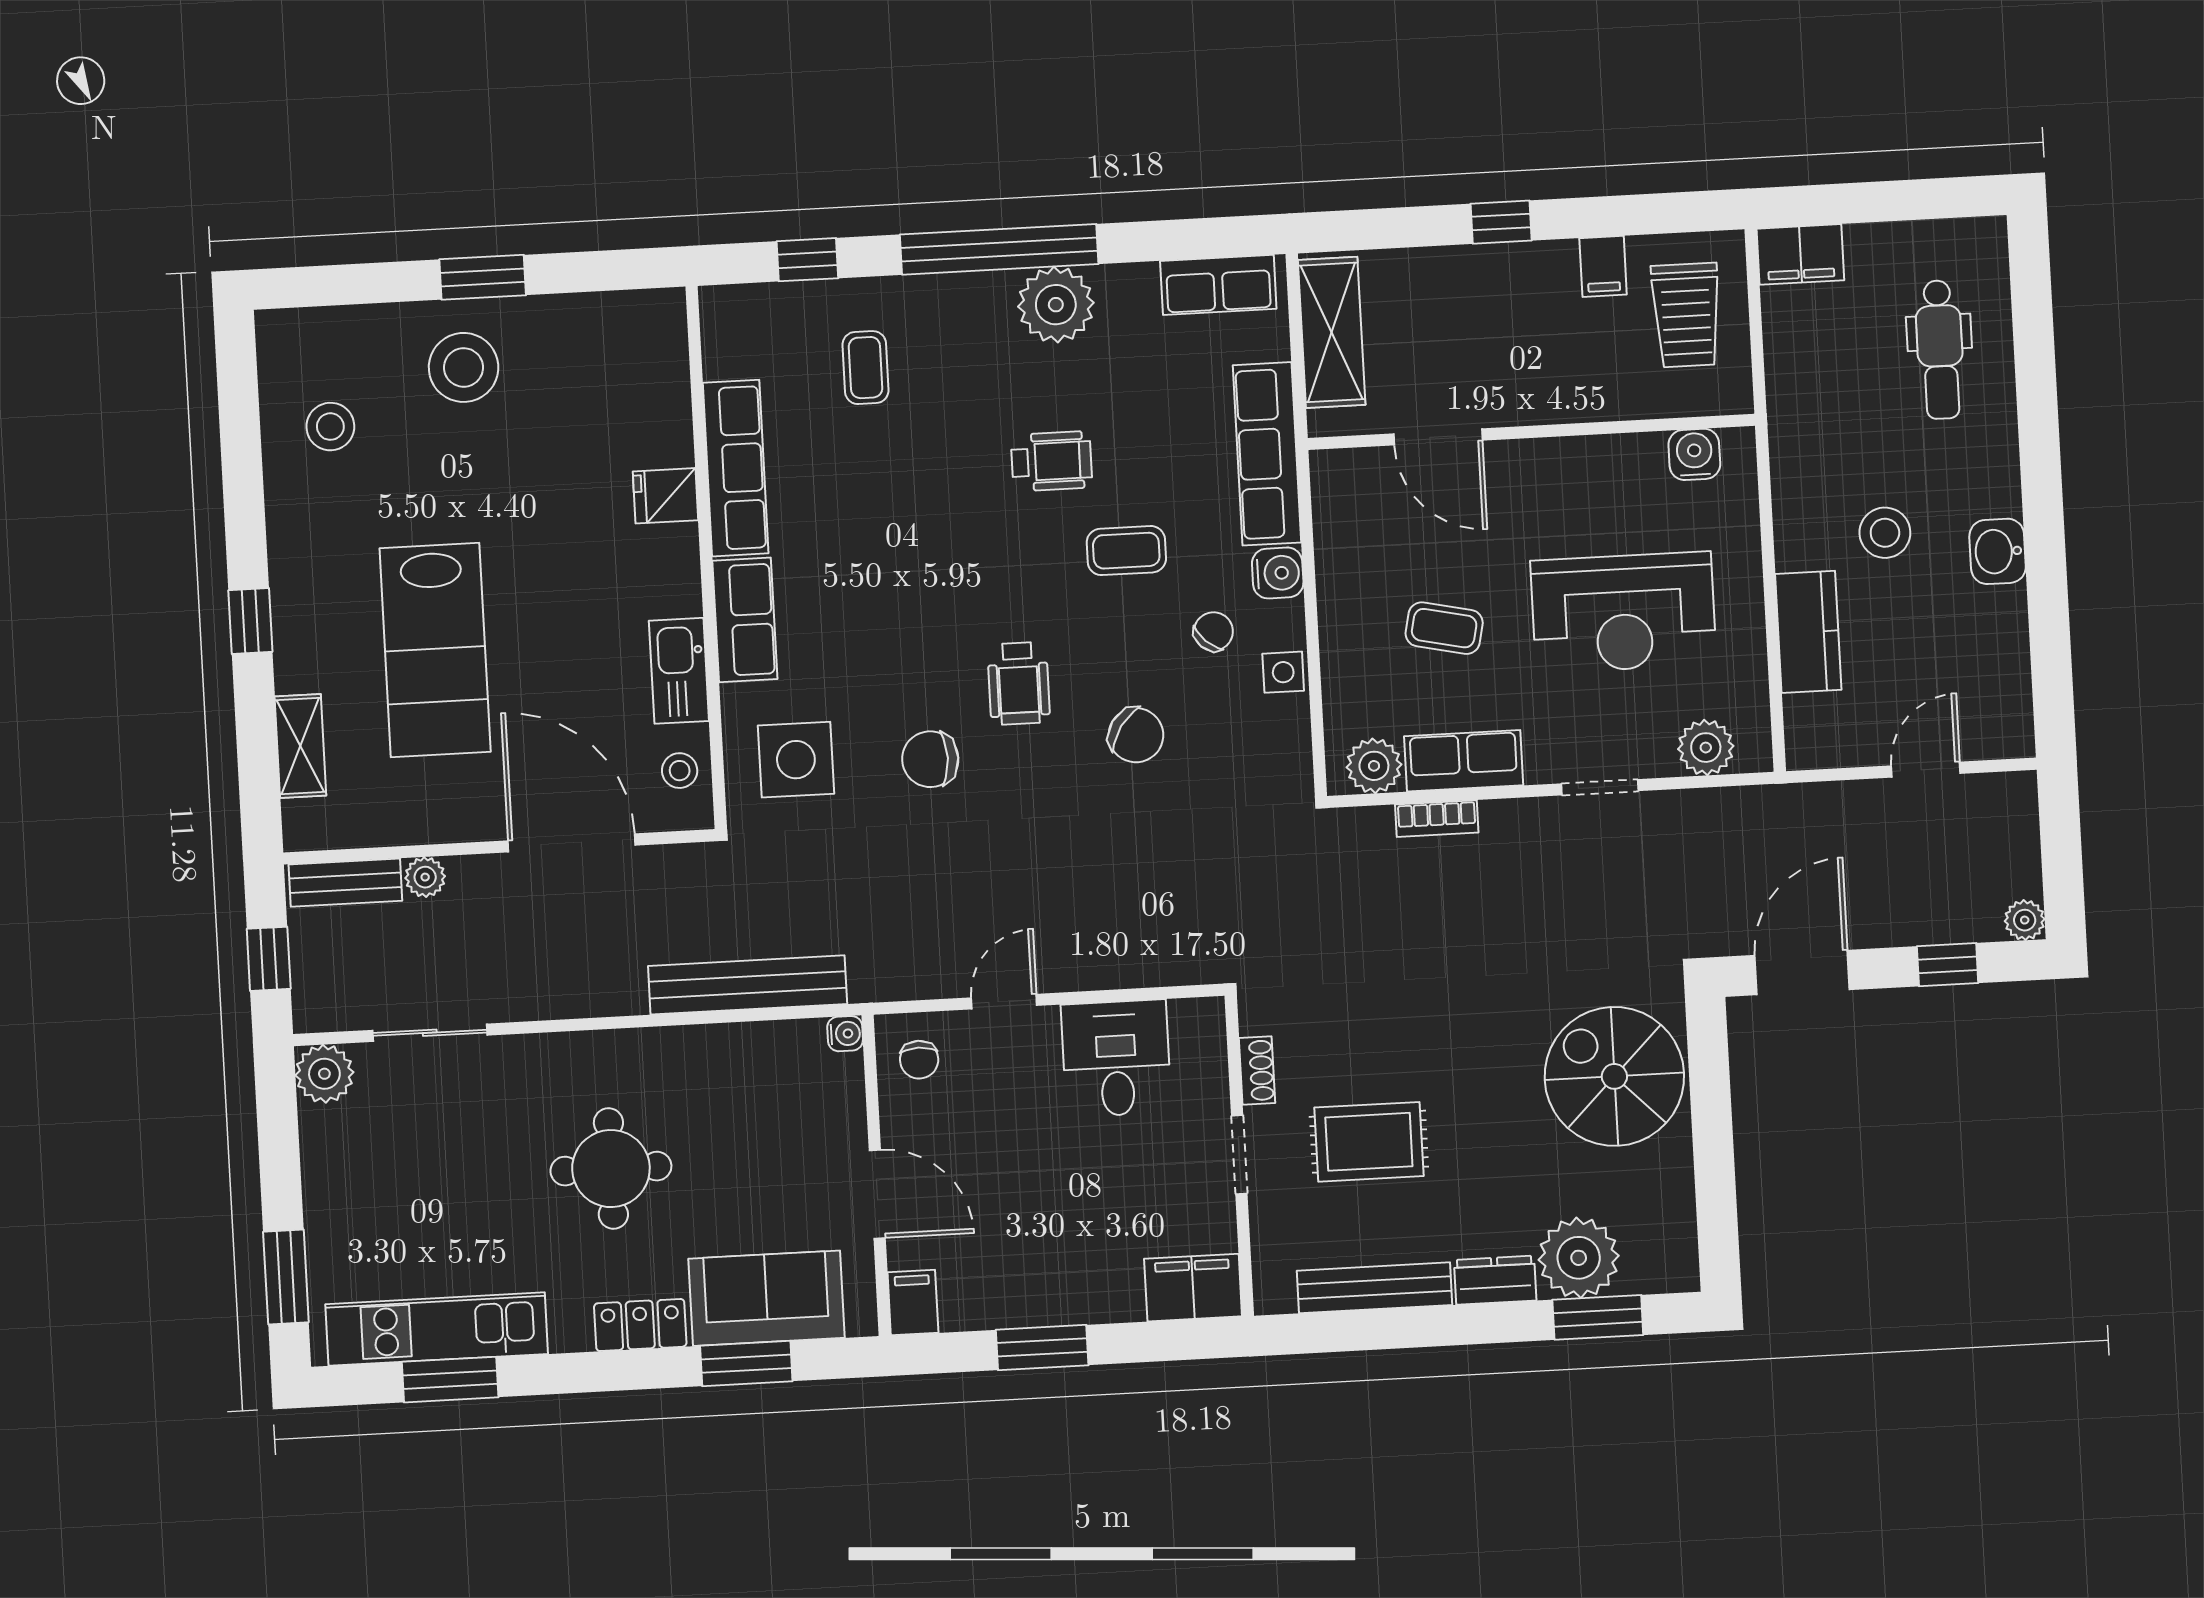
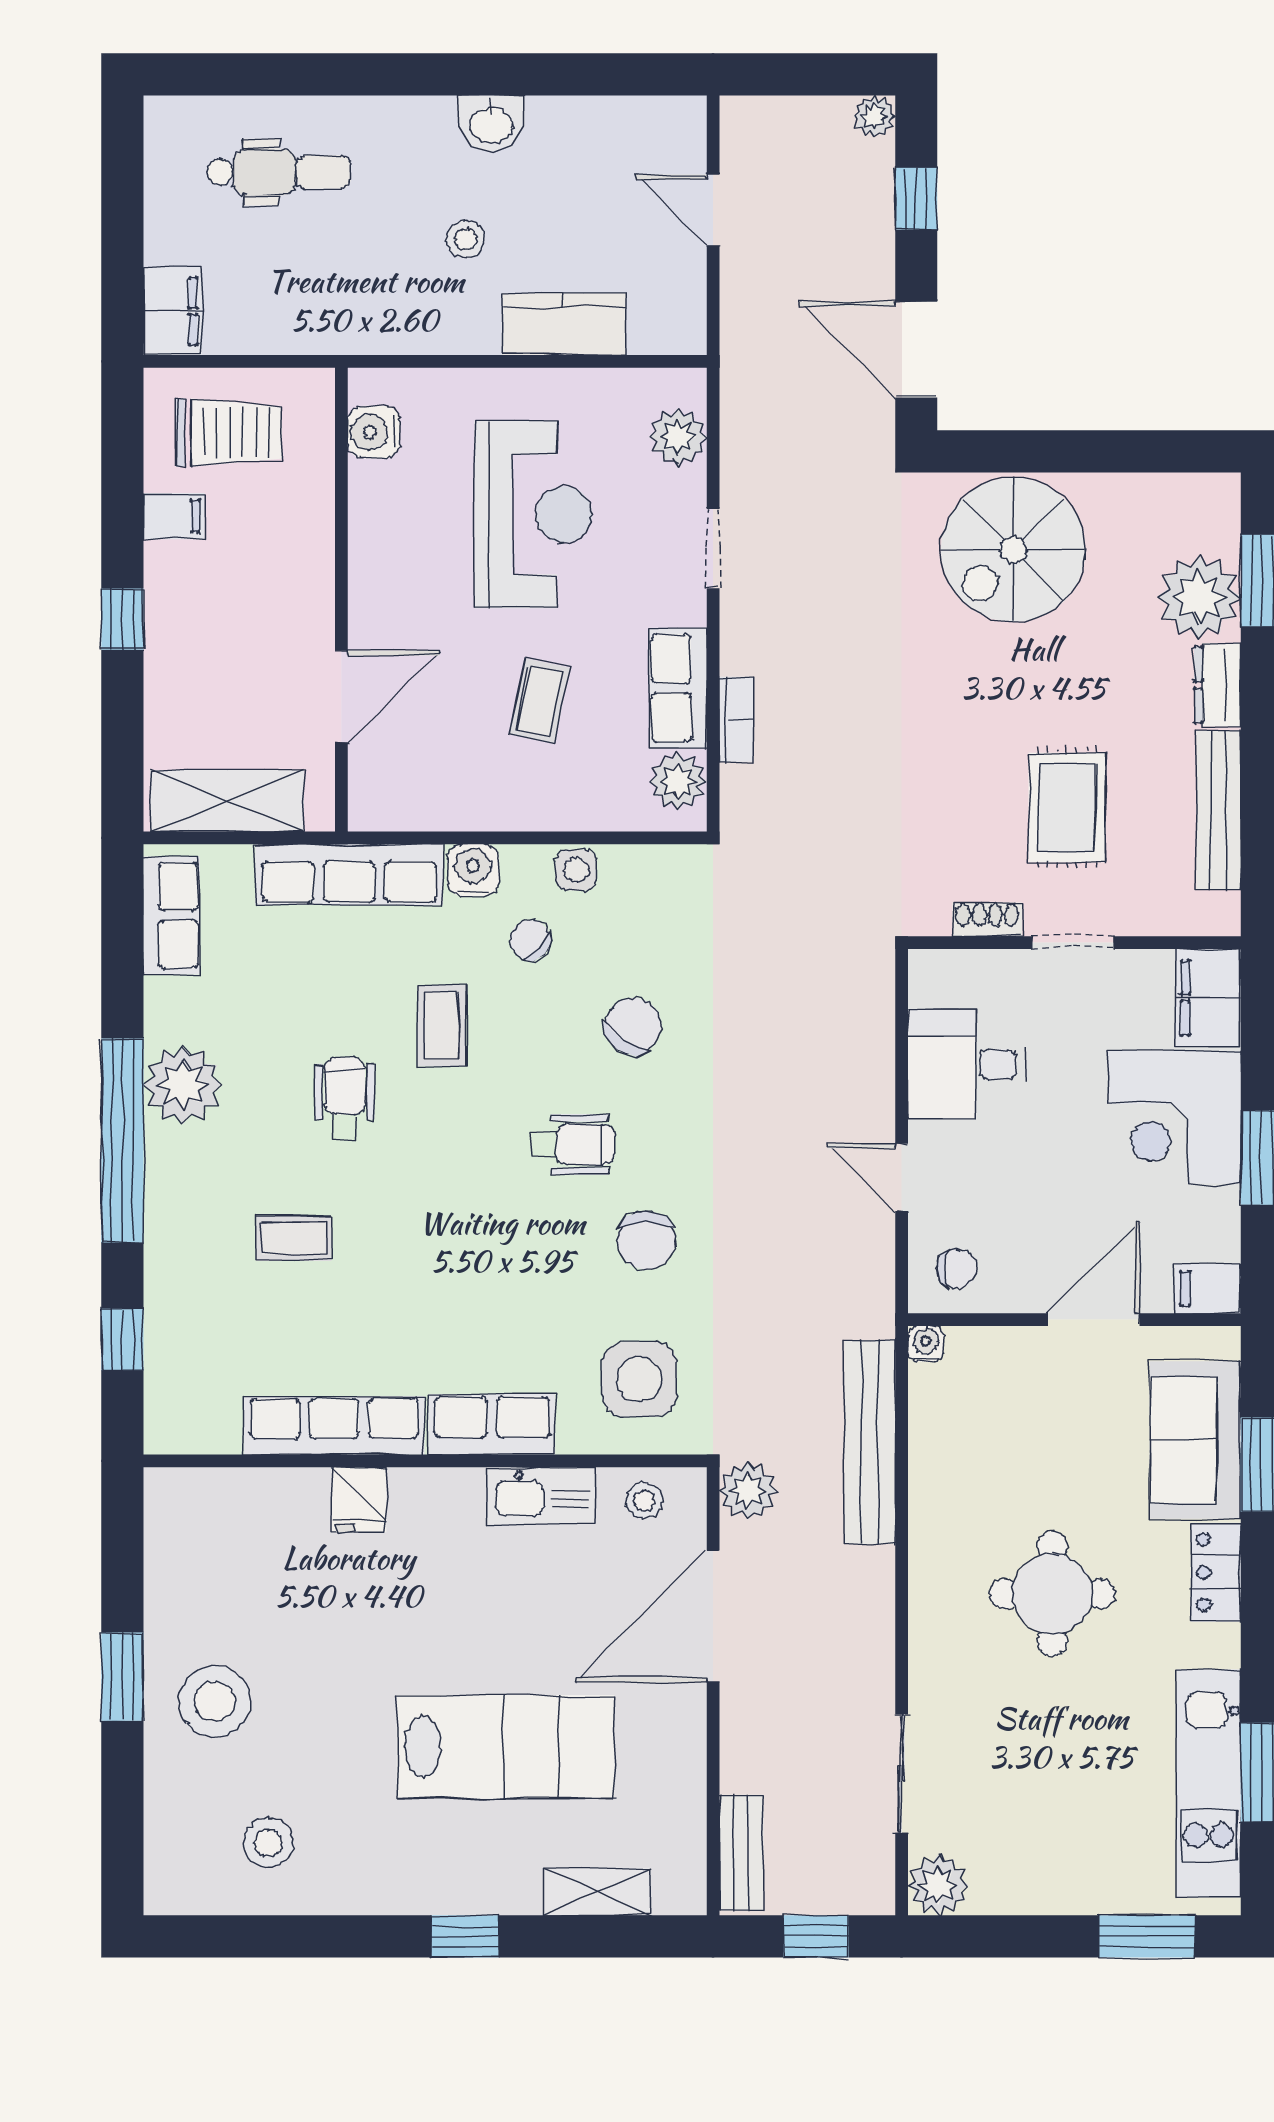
coffee table: (865, 368) -> (294, 1238), moved
stool: (1885, 533) -> (466, 239), width x0.73, depth x0.73
plant: (425, 877) -> (748, 1491), moved, width x1.38, depth x1.38
corner desk: (1076, 1261) -> (1175, 1117), added

